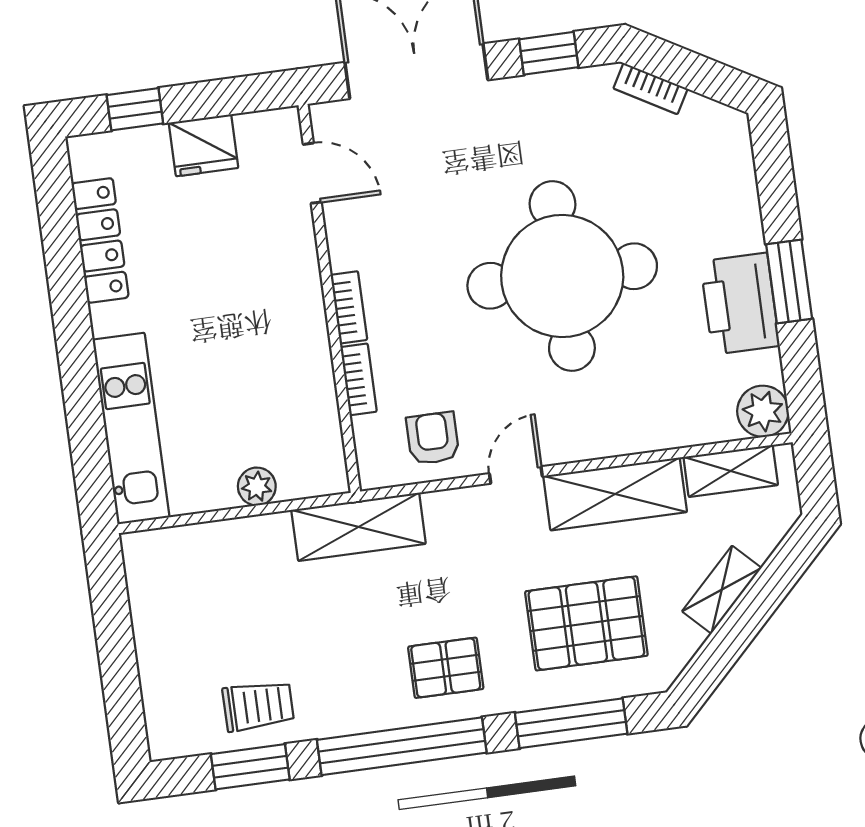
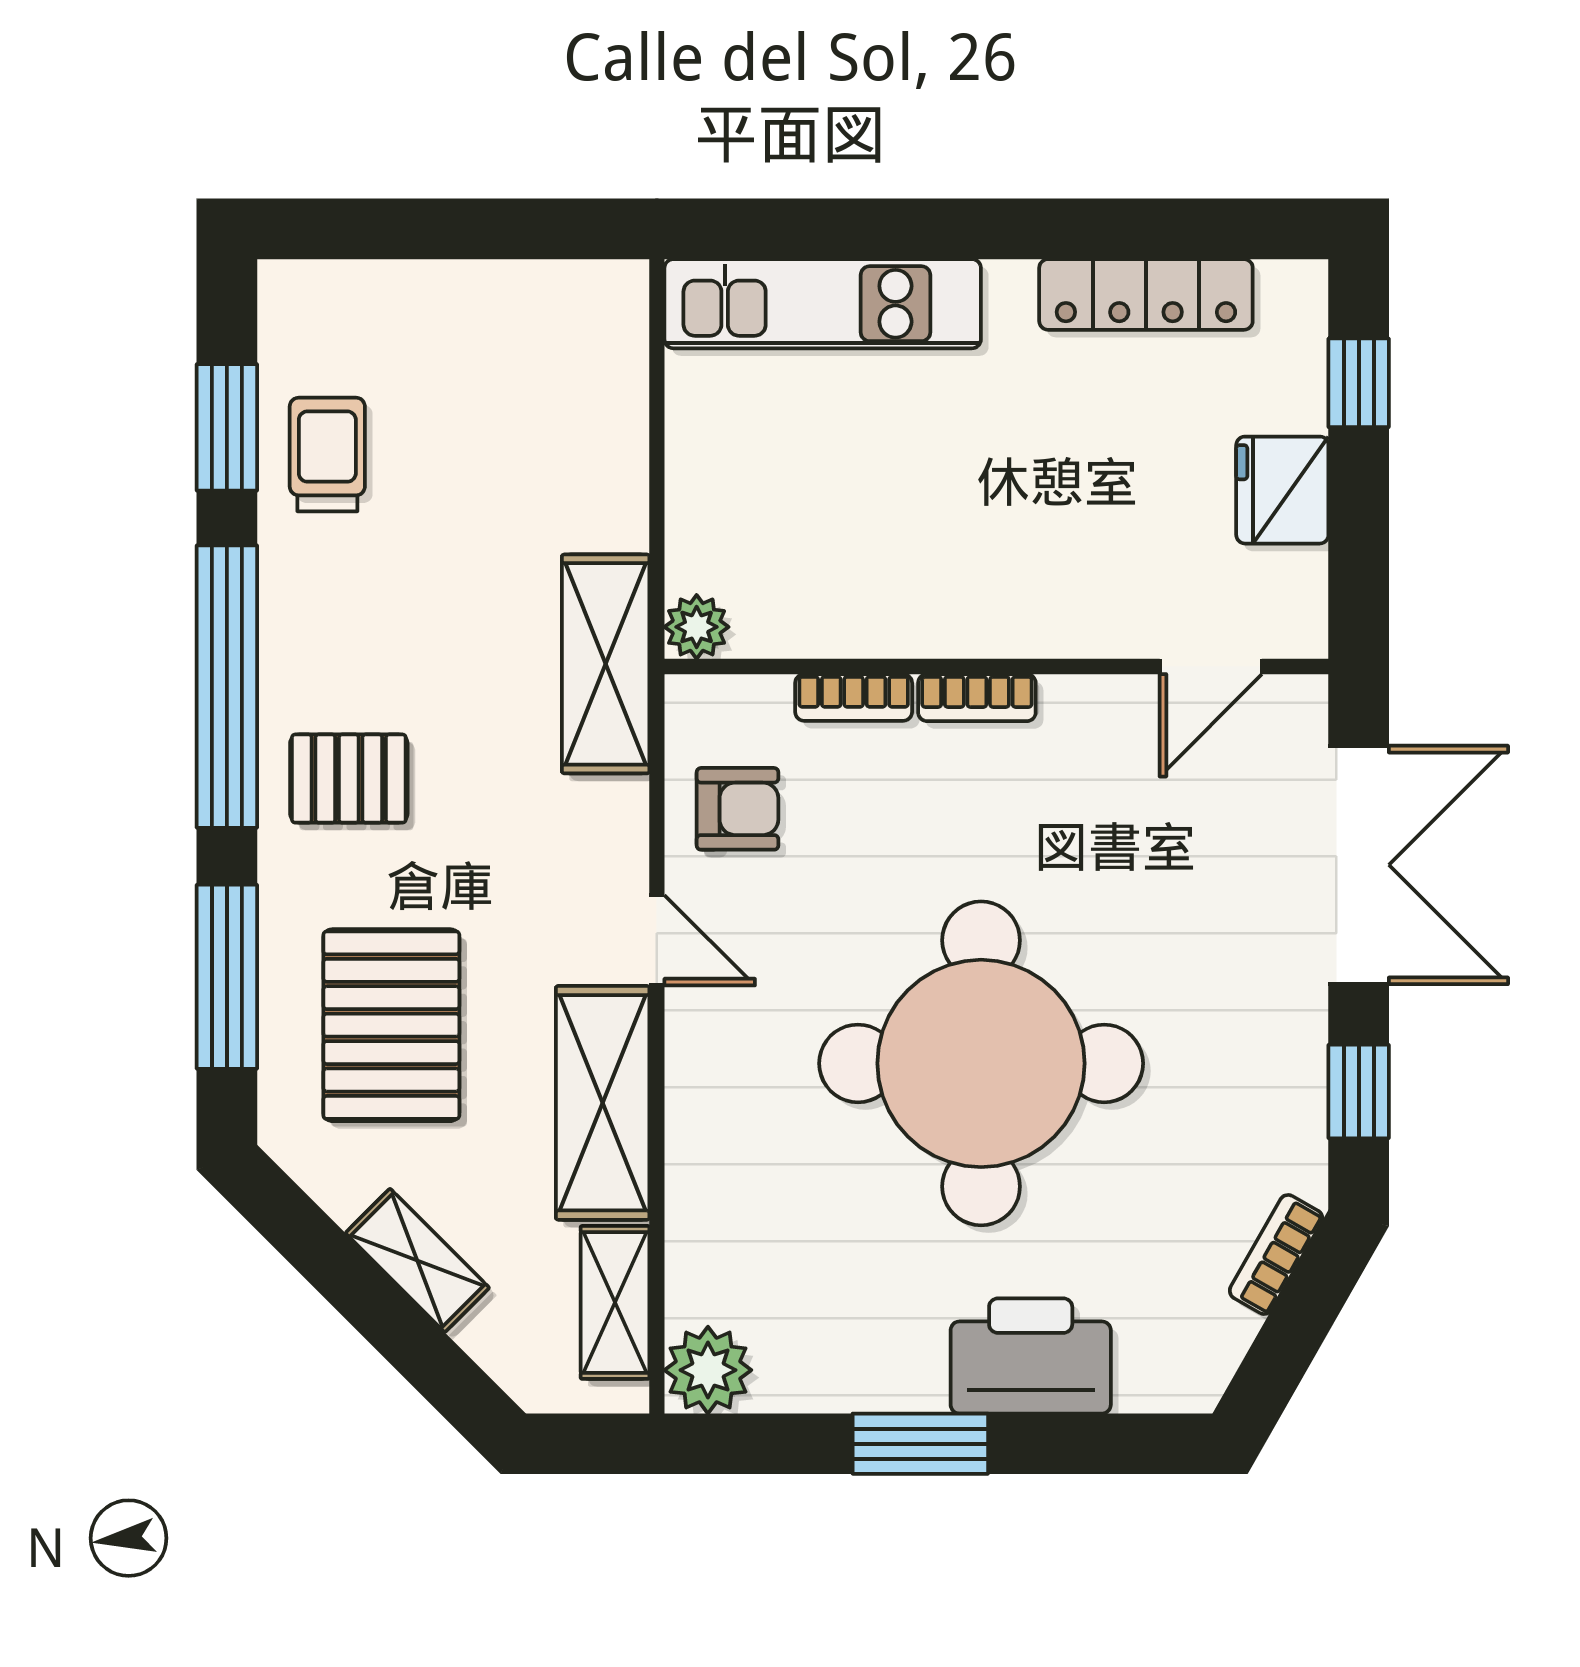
printer: (740, 304) -> (1031, 1356), moved
plant: (257, 486) -> (697, 627), moved
pallet: (446, 668) -> (349, 779), turned 90
trolley: (258, 706) -> (327, 454), turned 180

